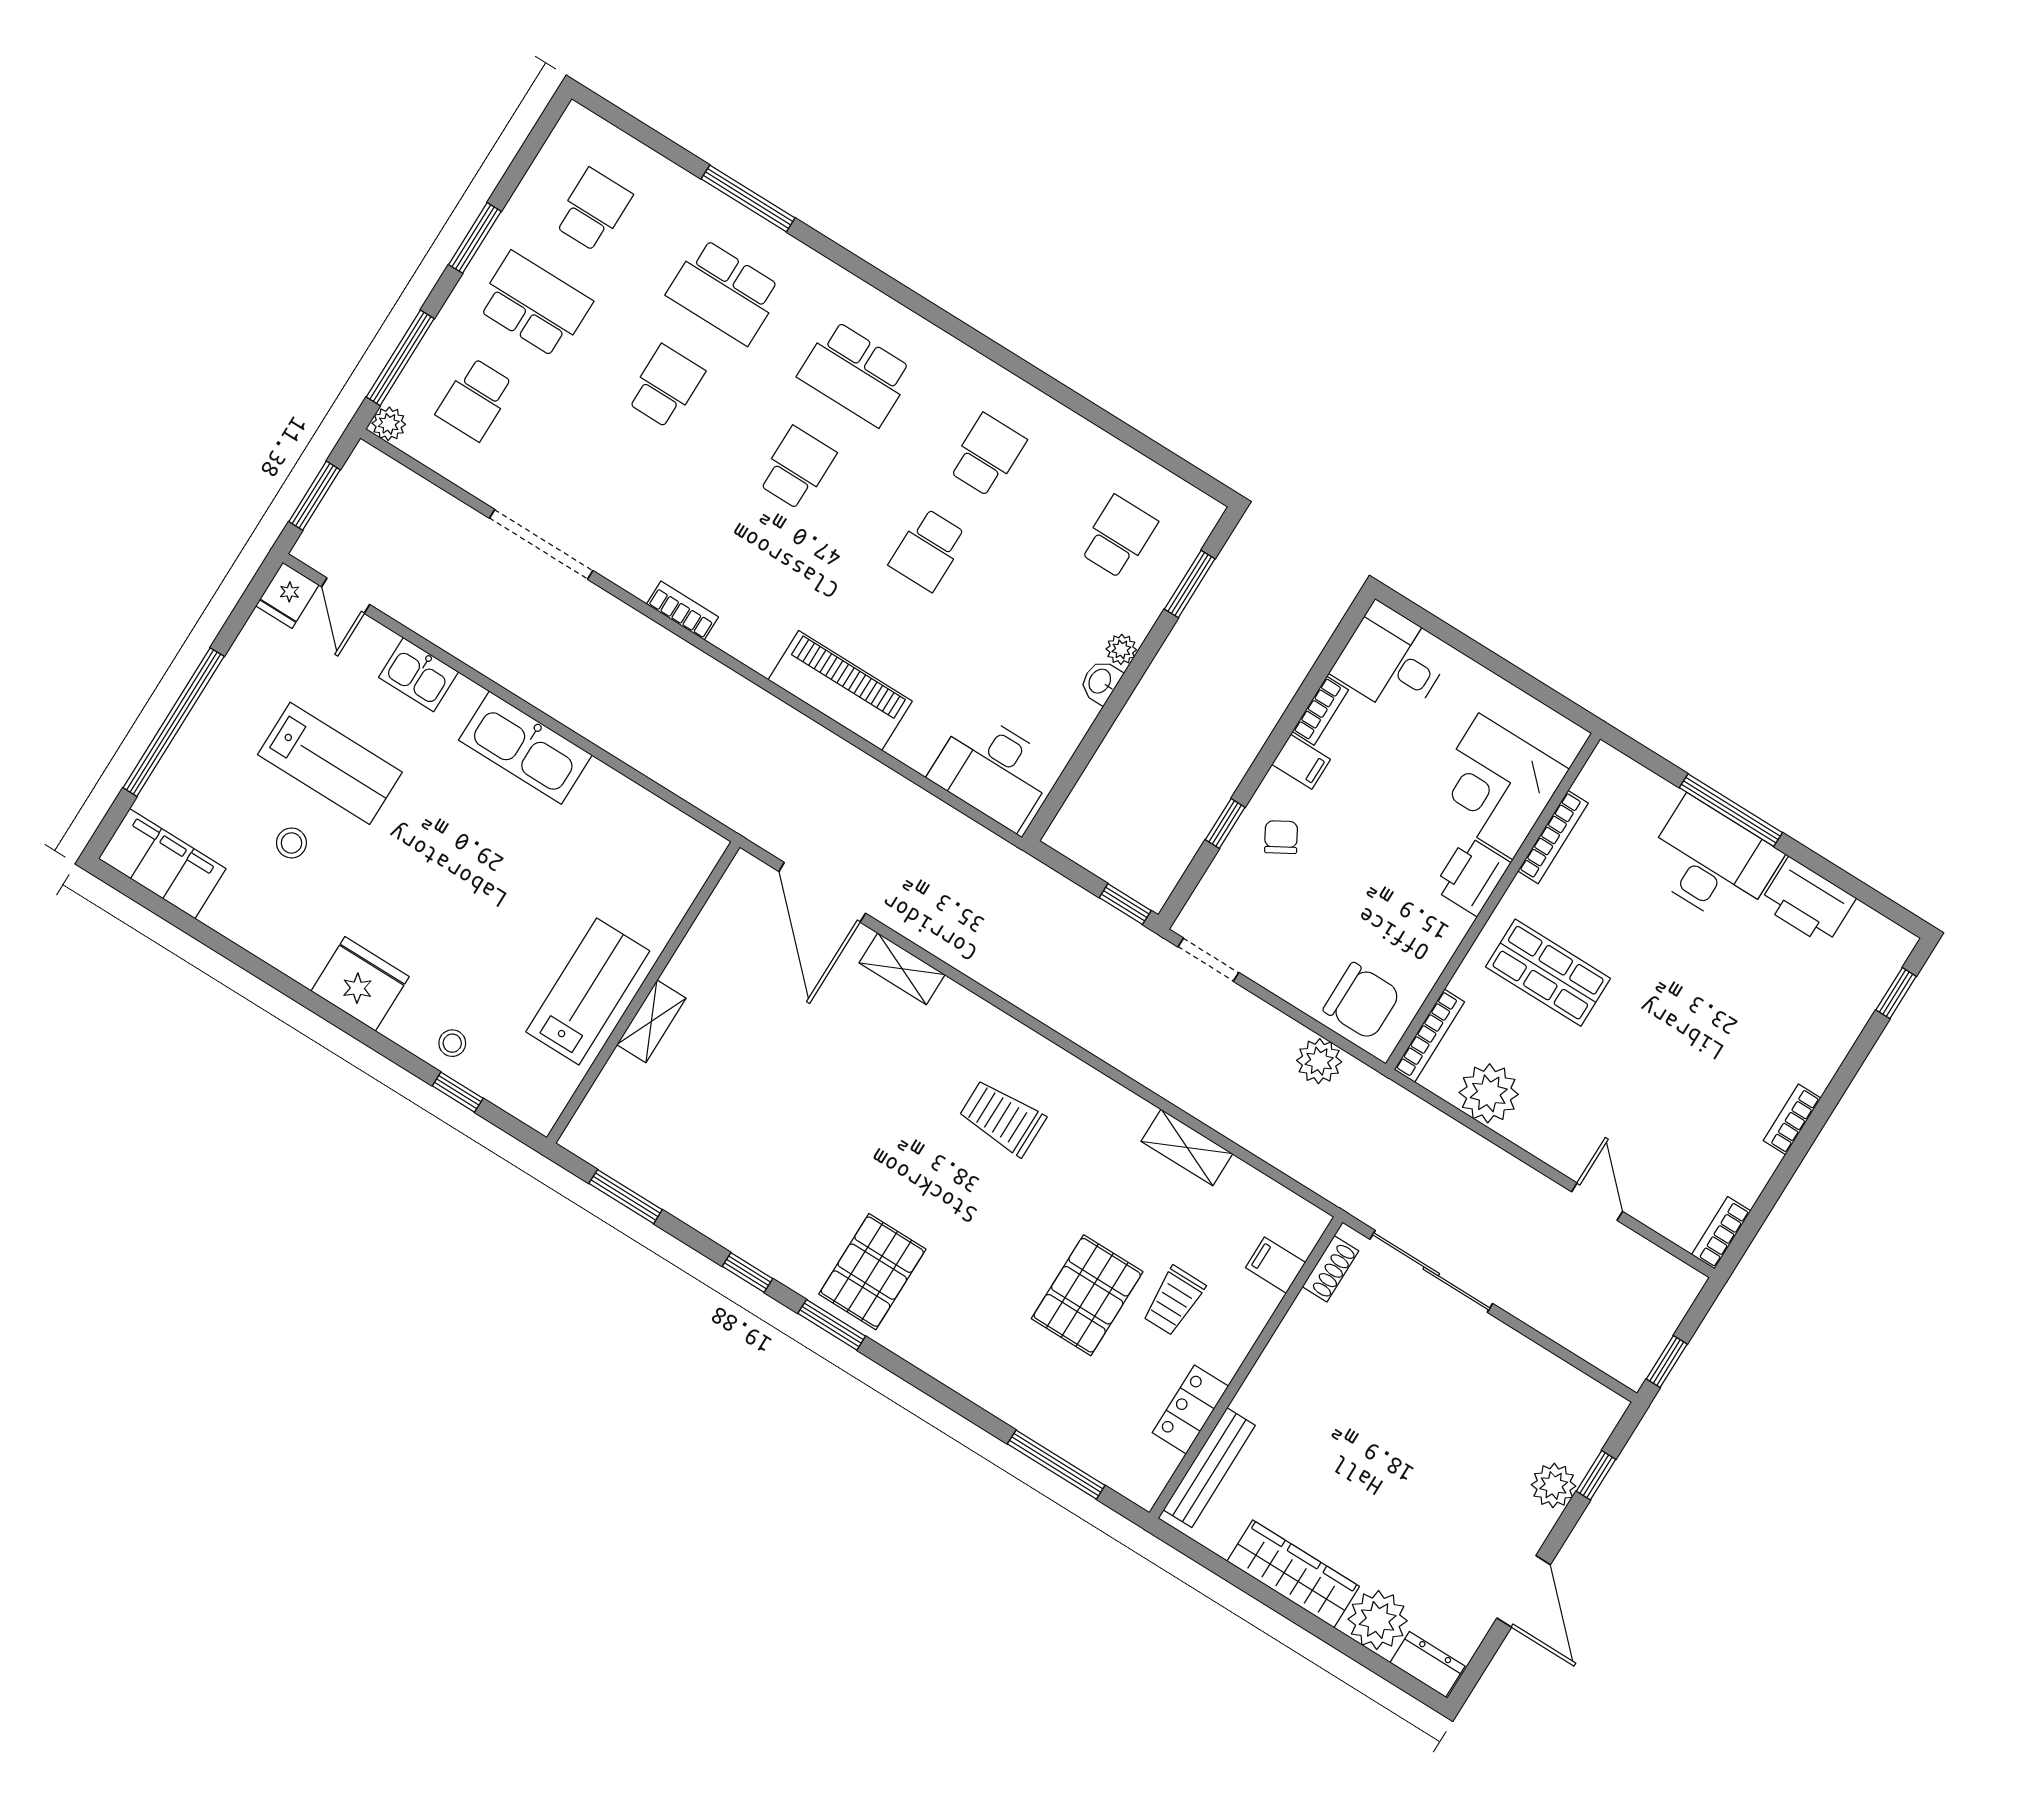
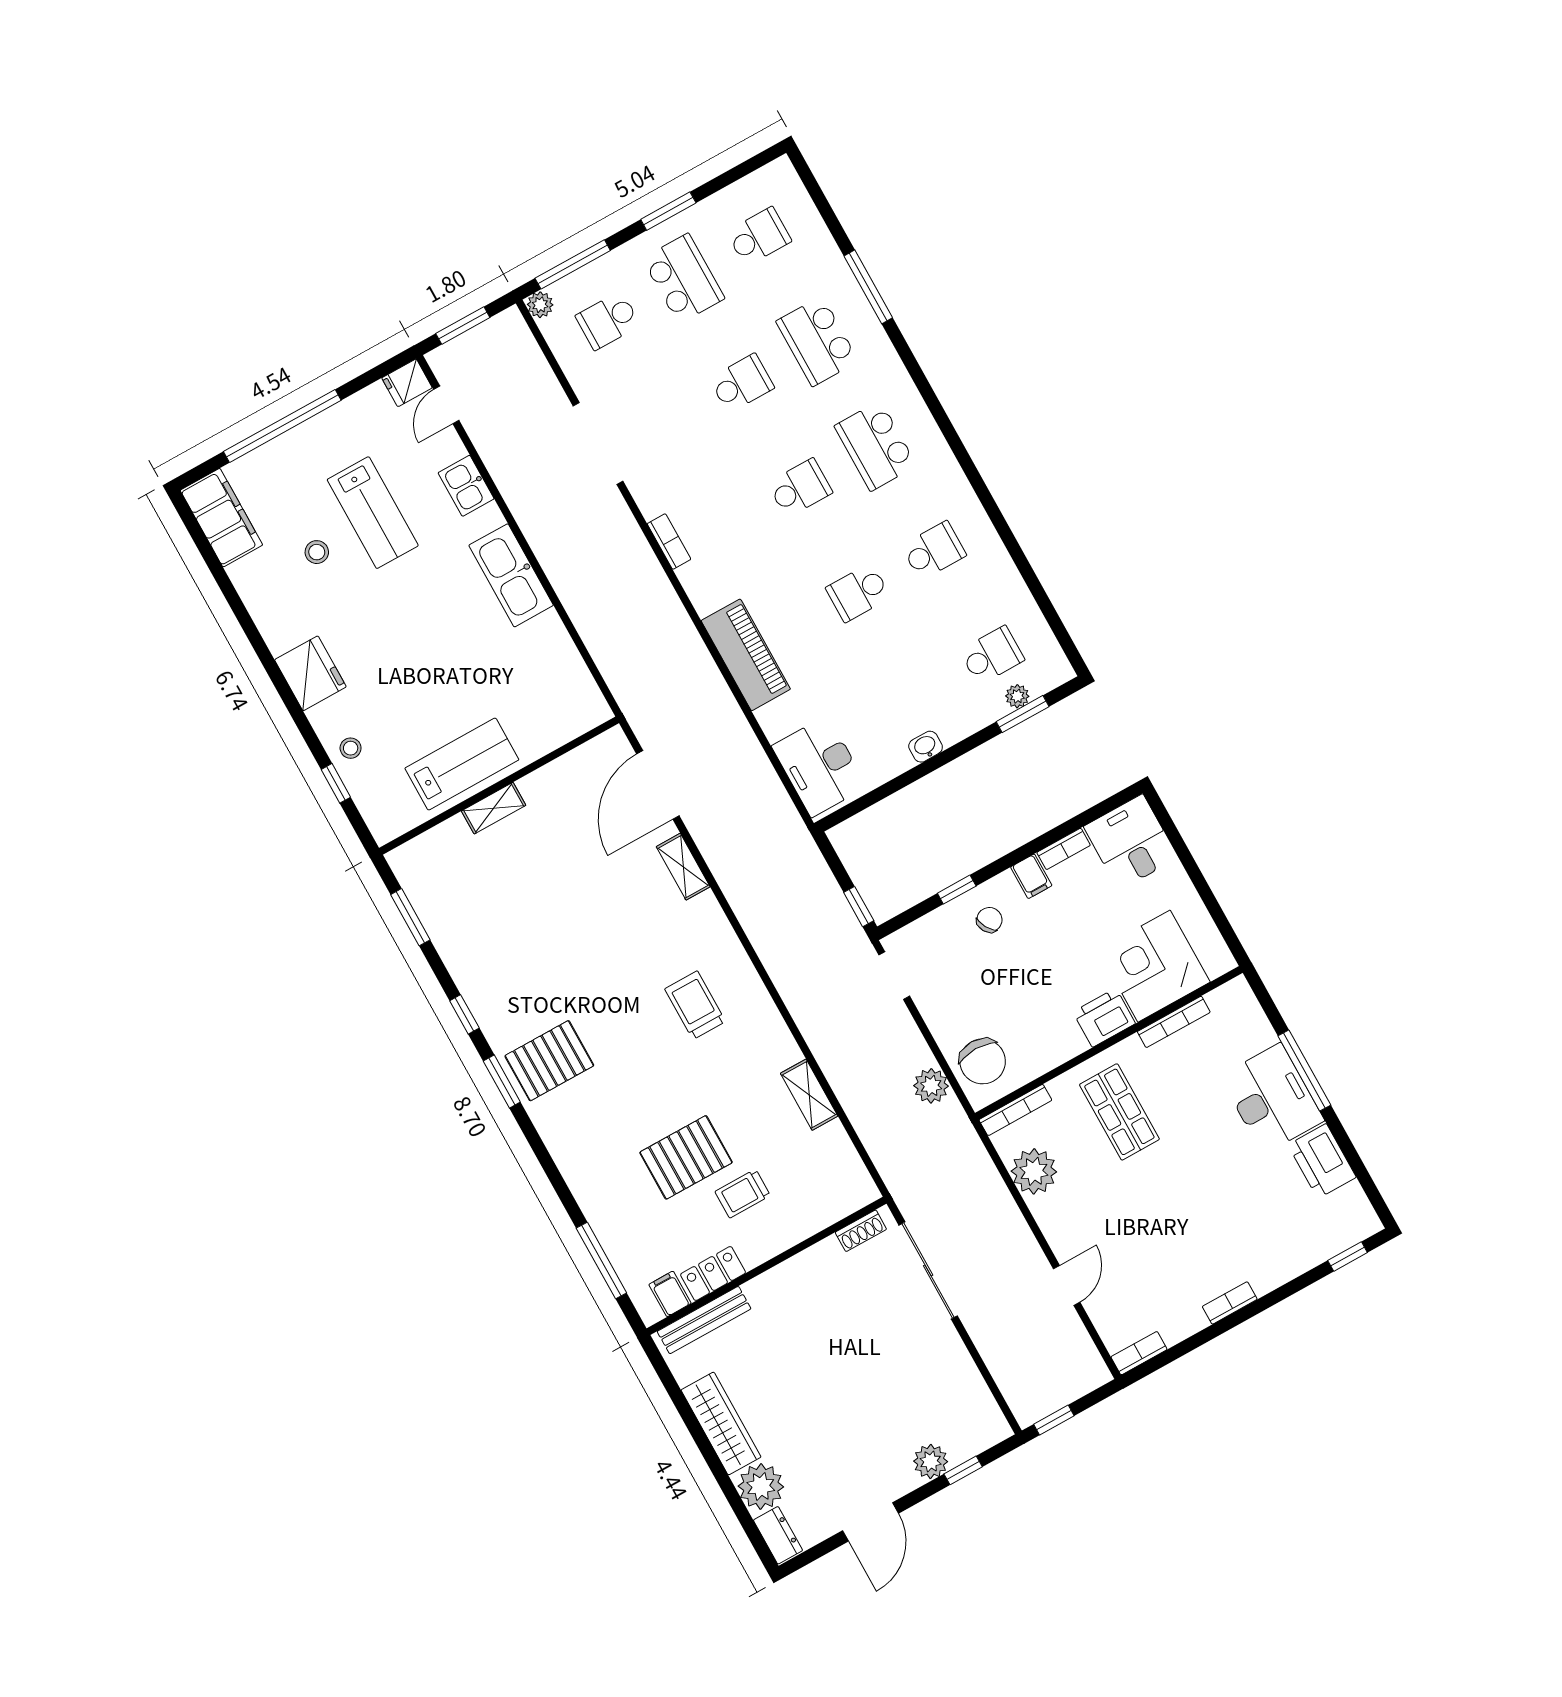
plant: (1121, 649) -> (1017, 696), moved
filing cabinet: (1275, 1265) -> (670, 1294), moved

